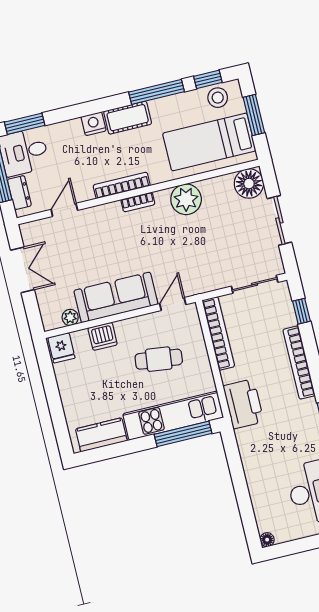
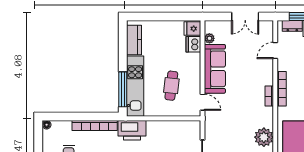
plant: (186, 199) -> (264, 137), moved
door: (64, 210) -> (275, 50), swing flipped
bookcase: (218, 333) -> (95, 125), moved
dishwasher: (103, 336) -> (193, 44), moved

